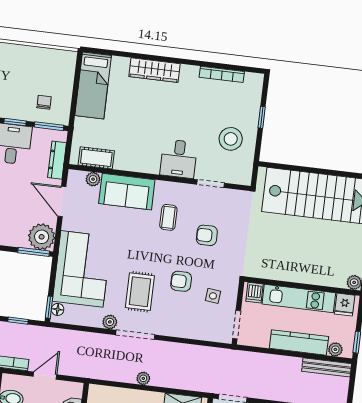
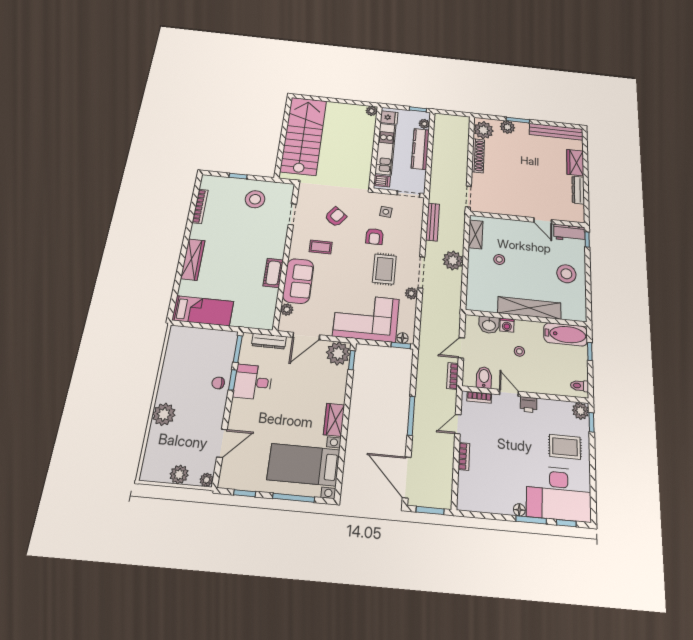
chair: (44, 102) -> (218, 383), moved
cot: (96, 158) -> (273, 273), moved
desk: (179, 159) -> (271, 239), removed
armchair: (207, 235) -> (336, 217), turned -142
window: (34, 252) -> (352, 360), width x0.67
rug: (140, 292) -> (384, 269), turned 90
window: (18, 321) -> (414, 373), removed
bench: (327, 367) -> (433, 222), moved
door: (45, 376) -> (461, 348), hinge flipped
plant: (143, 378) -> (453, 260), width x1.88, depth x1.88

